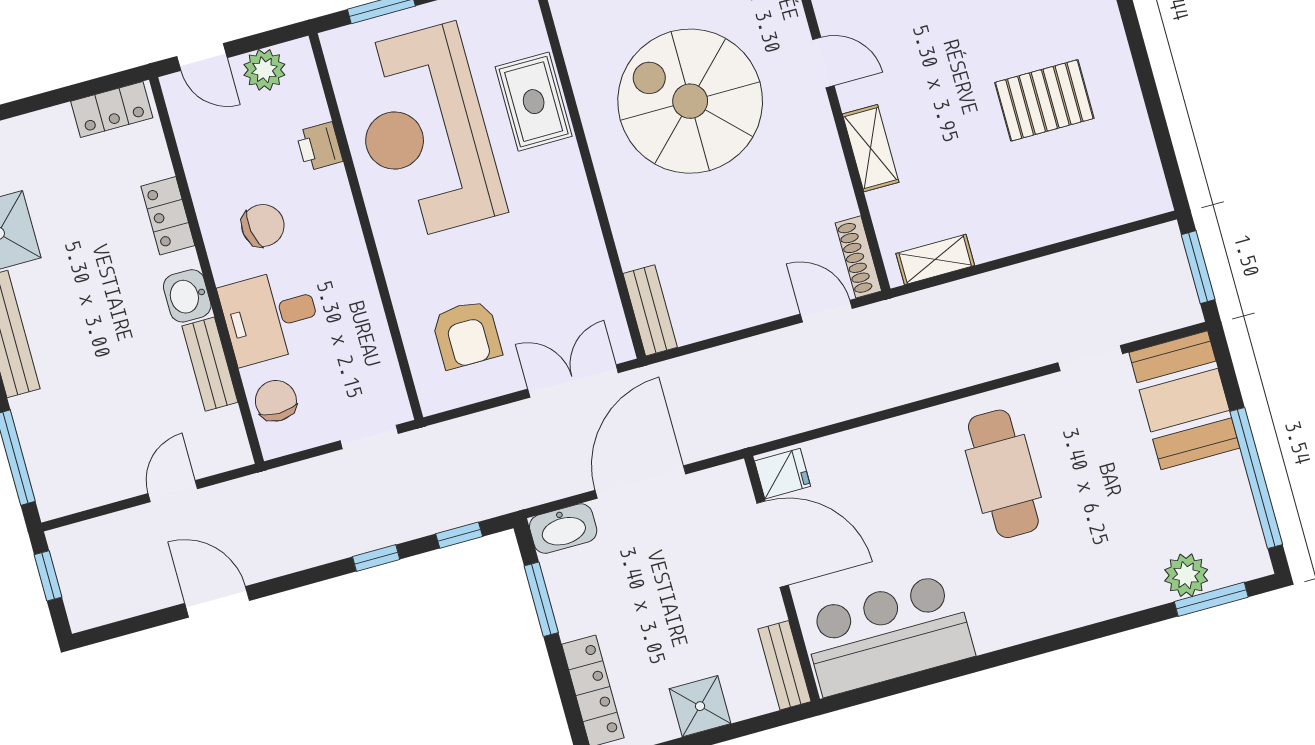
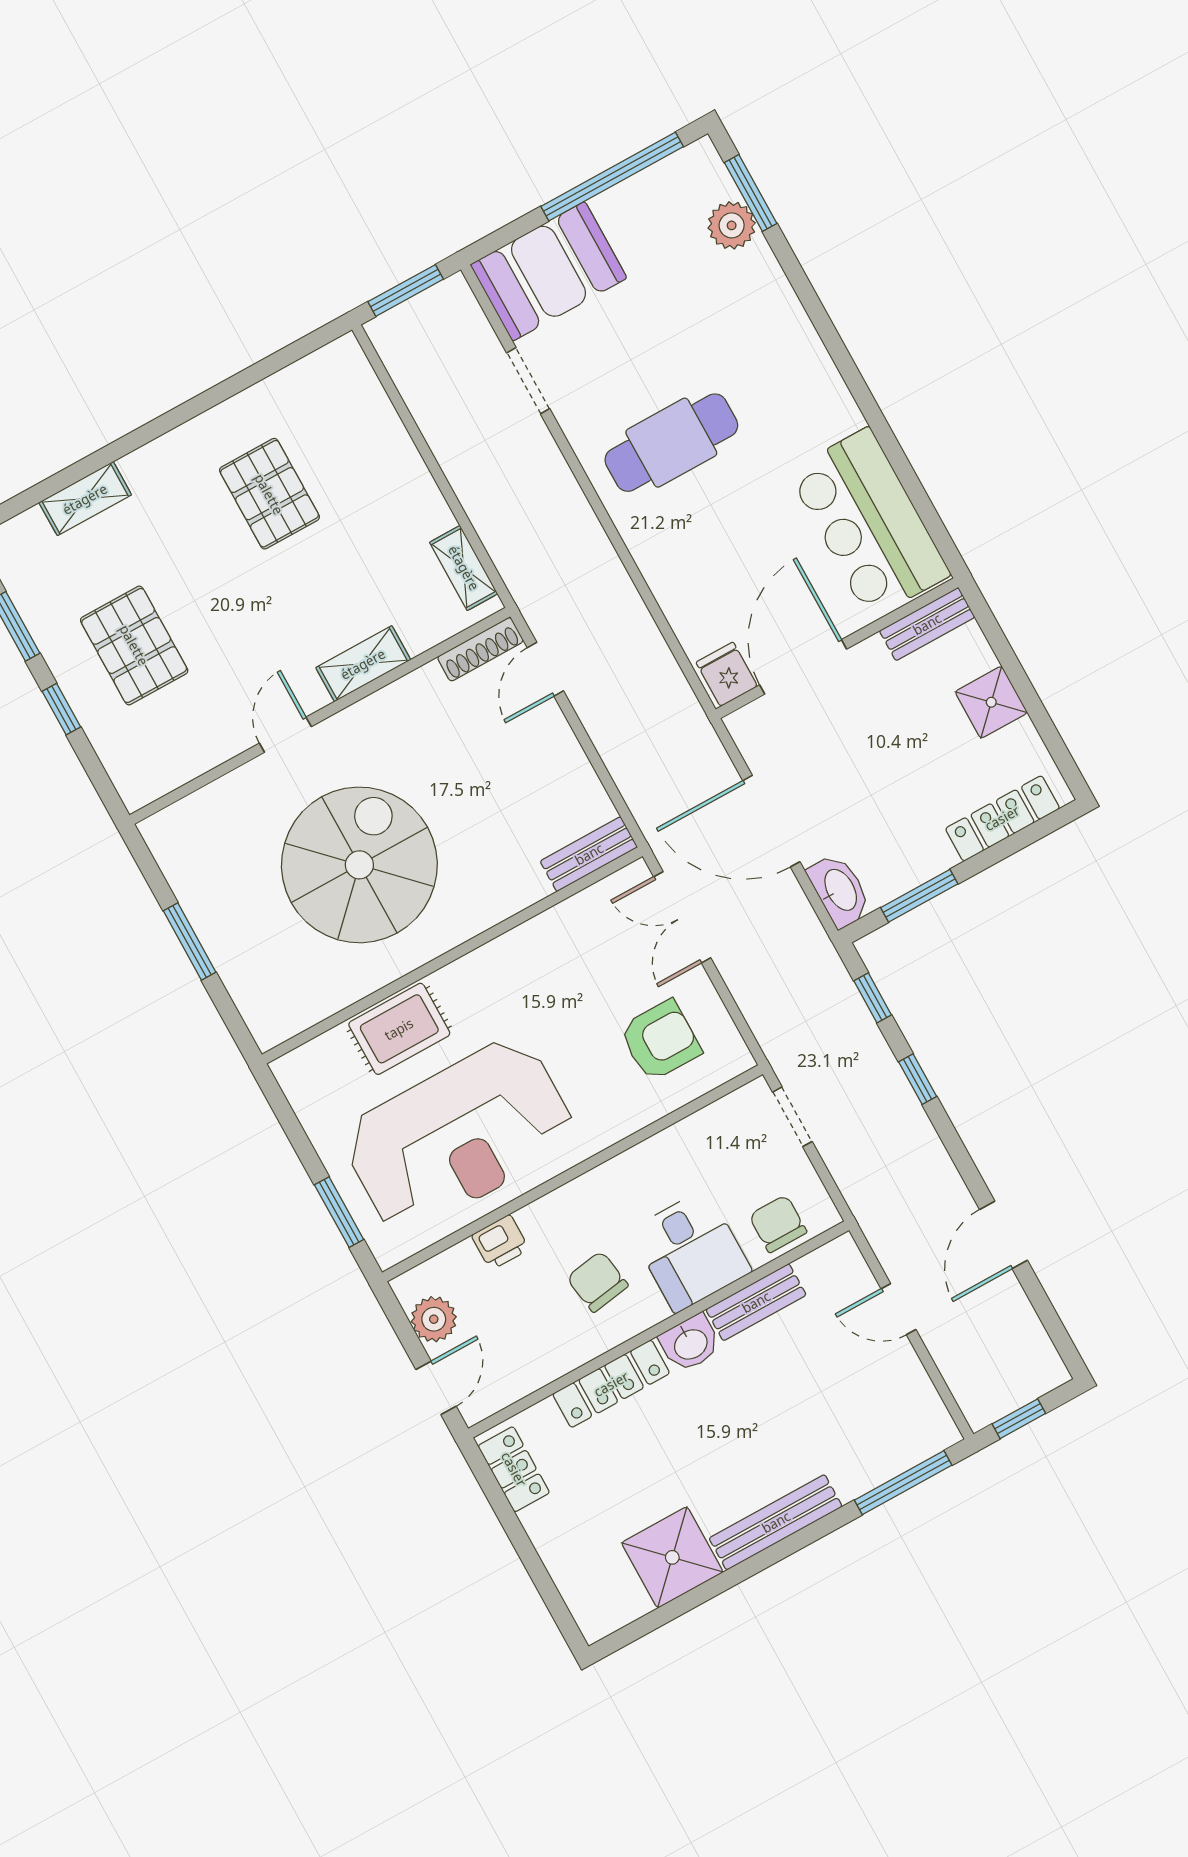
spiral stairs: (690, 101) -> (359, 865), turned 180
locker: (168, 216) -> (611, 1384), width x1.53
chair: (276, 401) -> (778, 1224), turned 90

